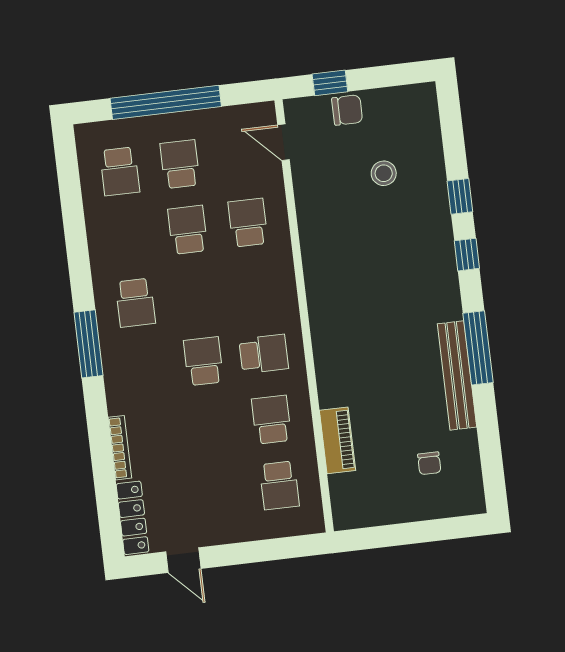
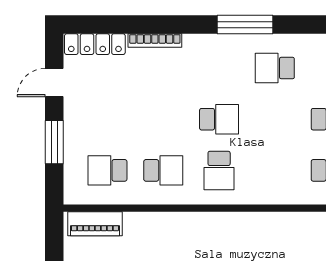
piano: (337, 440) -> (95, 224), moved
window: (253, 552) -> (54, 142), added

